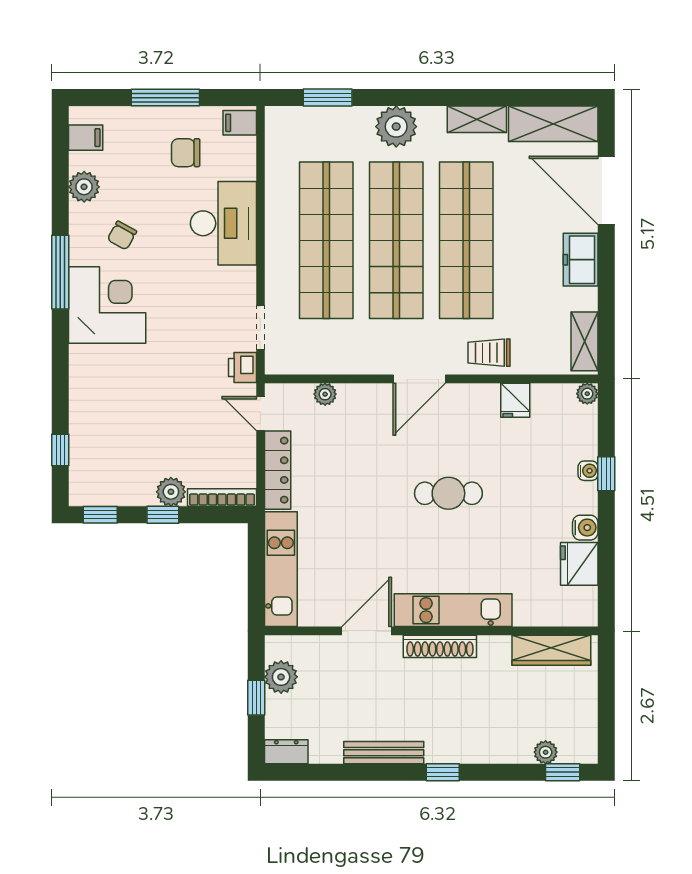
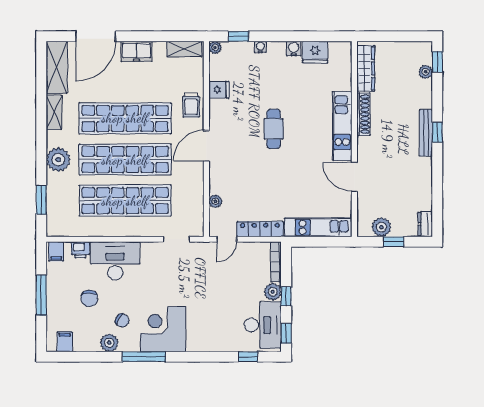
chair: (186, 153) -> (89, 298), moved
plant: (84, 187) -> (109, 343), moved
printer: (242, 368) -> (80, 250), moved
door: (419, 379) -> (206, 146), swing flipped
window: (606, 474) -> (238, 36), moved
desk: (114, 475) -> (263, 325), added
shoe rack: (440, 646) -> (363, 114), moved
bench: (384, 753) -> (426, 133), moved

